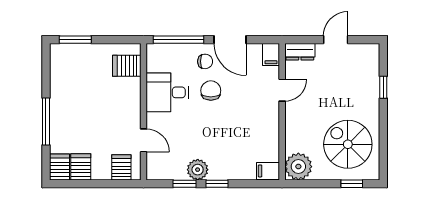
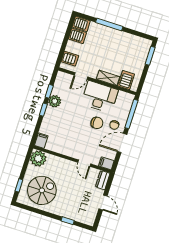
desk: (167, 92) -> (100, 97), width x1.37
shelving: (133, 96) -> (108, 78), added

